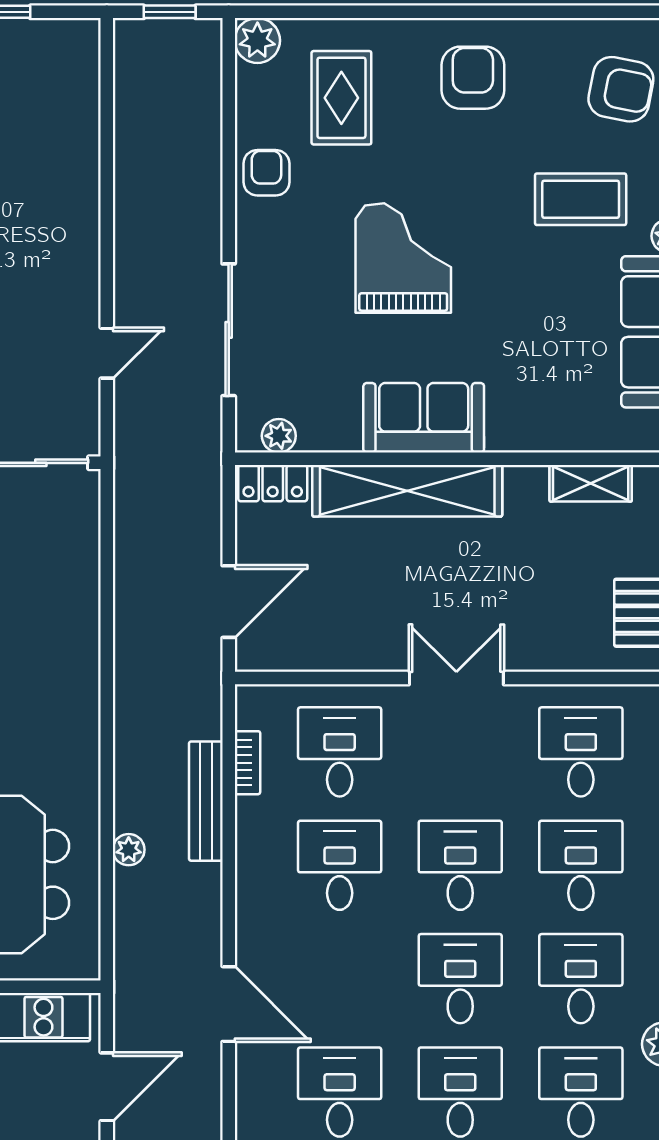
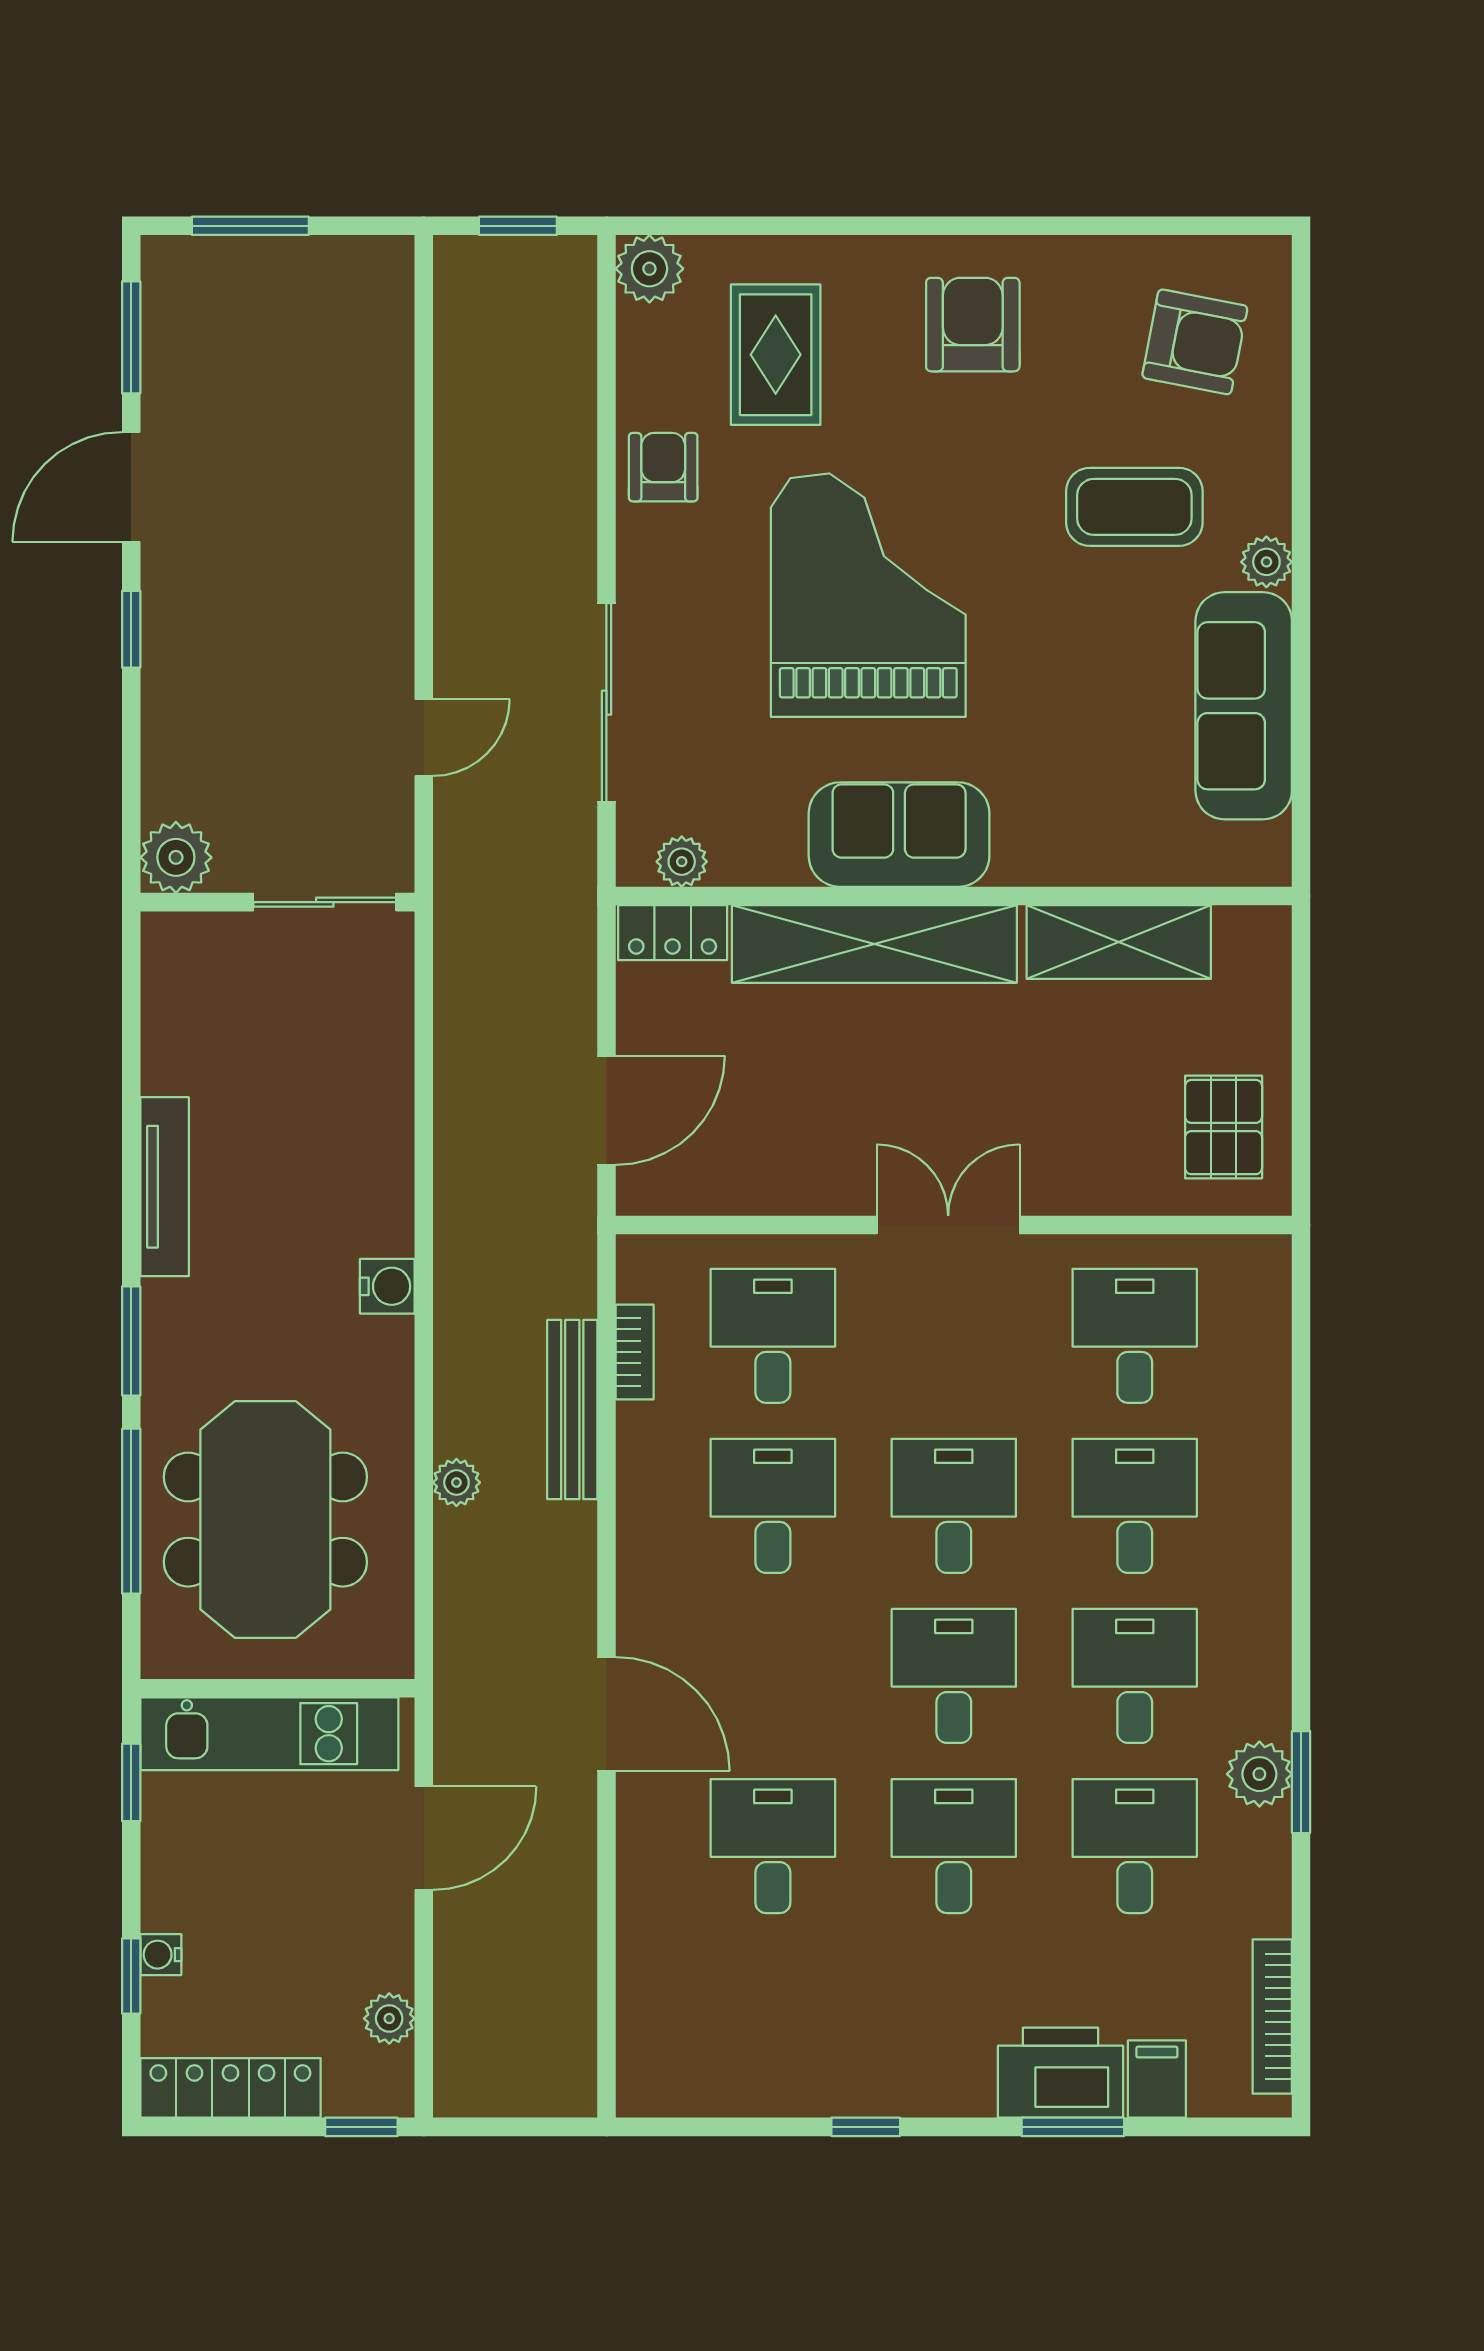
grand piano: (403, 258) -> (868, 595), width x1.37, depth x1.48
shelving: (591, 483) -> (1119, 942), width x1.50, depth x1.33
water cooler: (82, 719) -> (387, 1286), added

